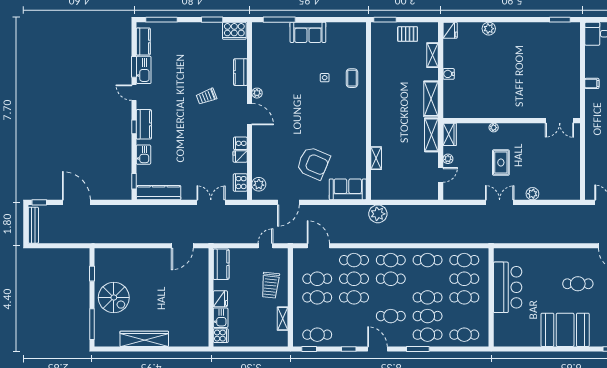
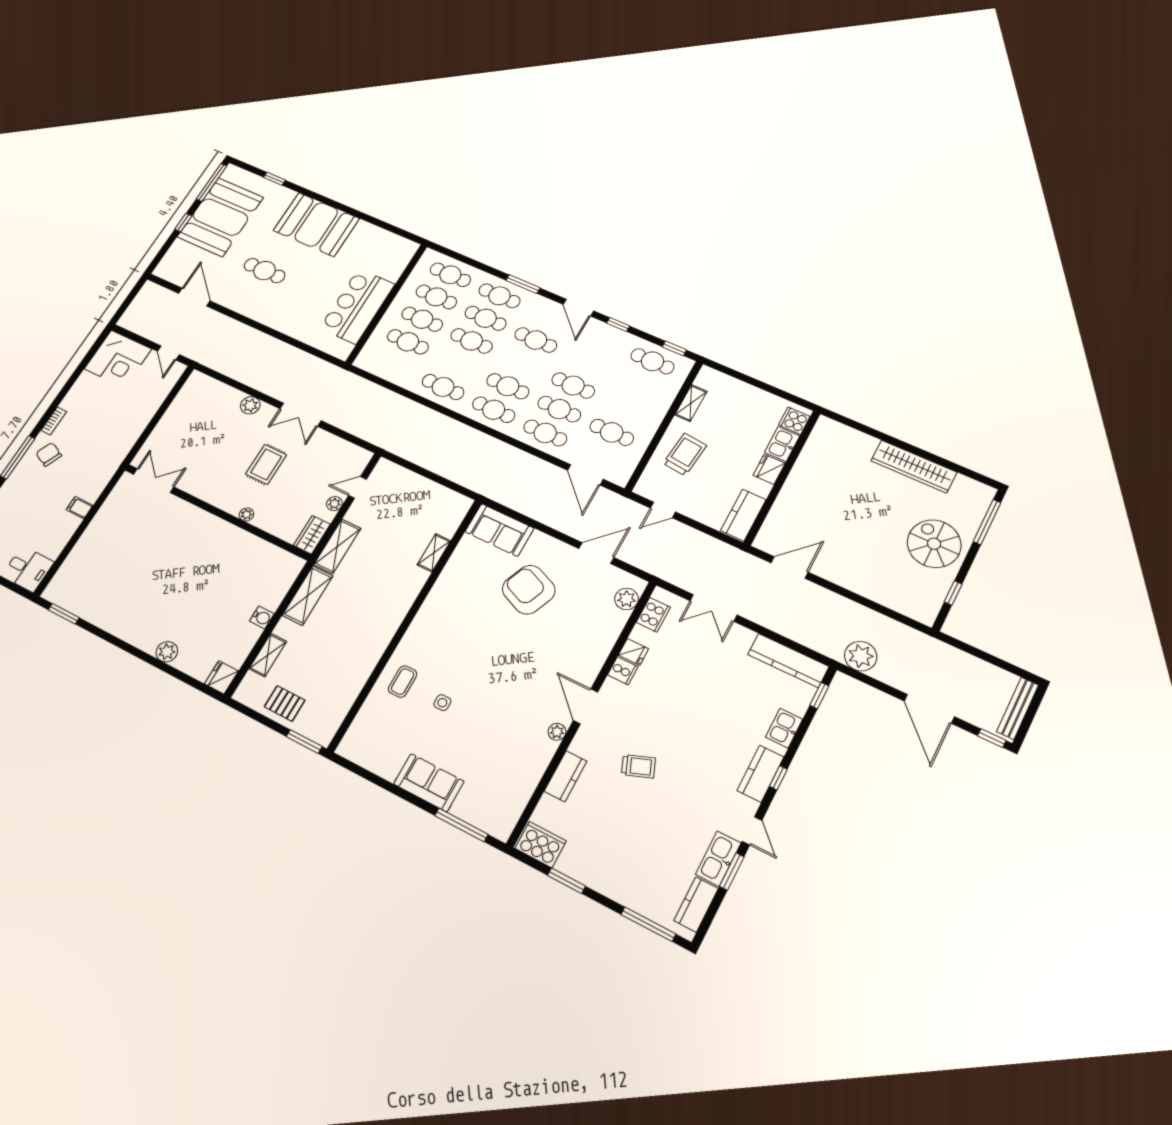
plant: (378, 214) -> (861, 656), moved
cafe table: (464, 260) -> (436, 297), moved
cafe table: (317, 297) -> (625, 408), removed

